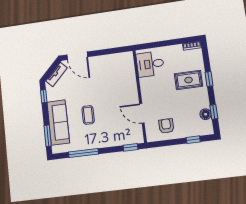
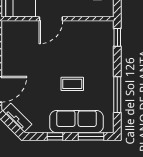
window: (44, 96) -> (55, 136), moved
door: (142, 113) -> (51, 19), moved

